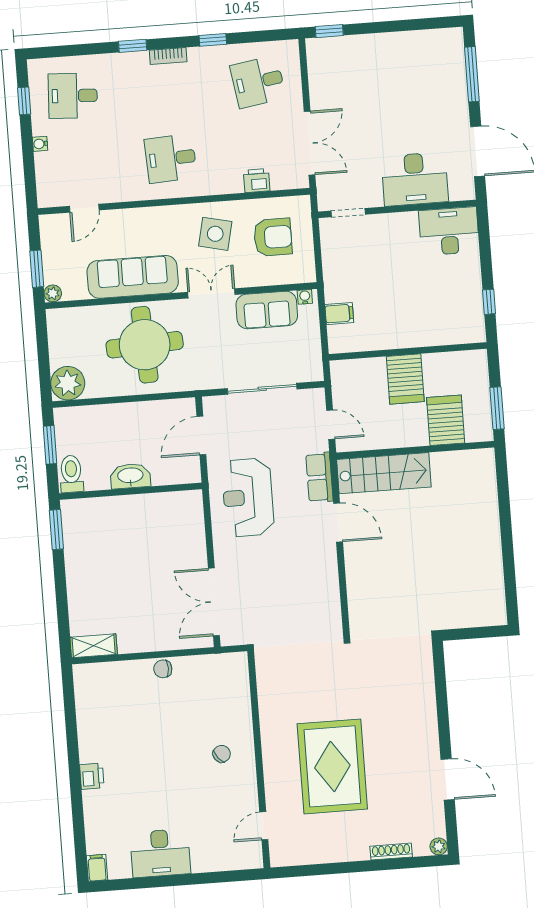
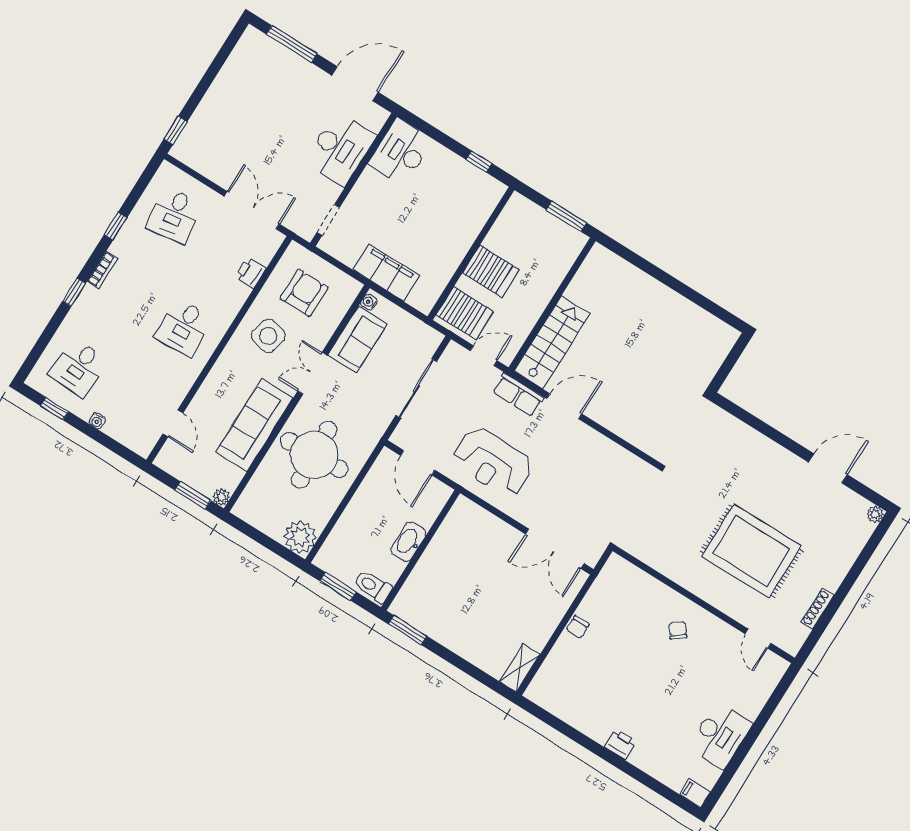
filing cabinet: (339, 314) -> (386, 273), width x3.00, depth x1.17
server rack: (446, 420) -> (465, 313), moved, turned 180
shoe rack: (391, 852) -> (817, 609), moved

